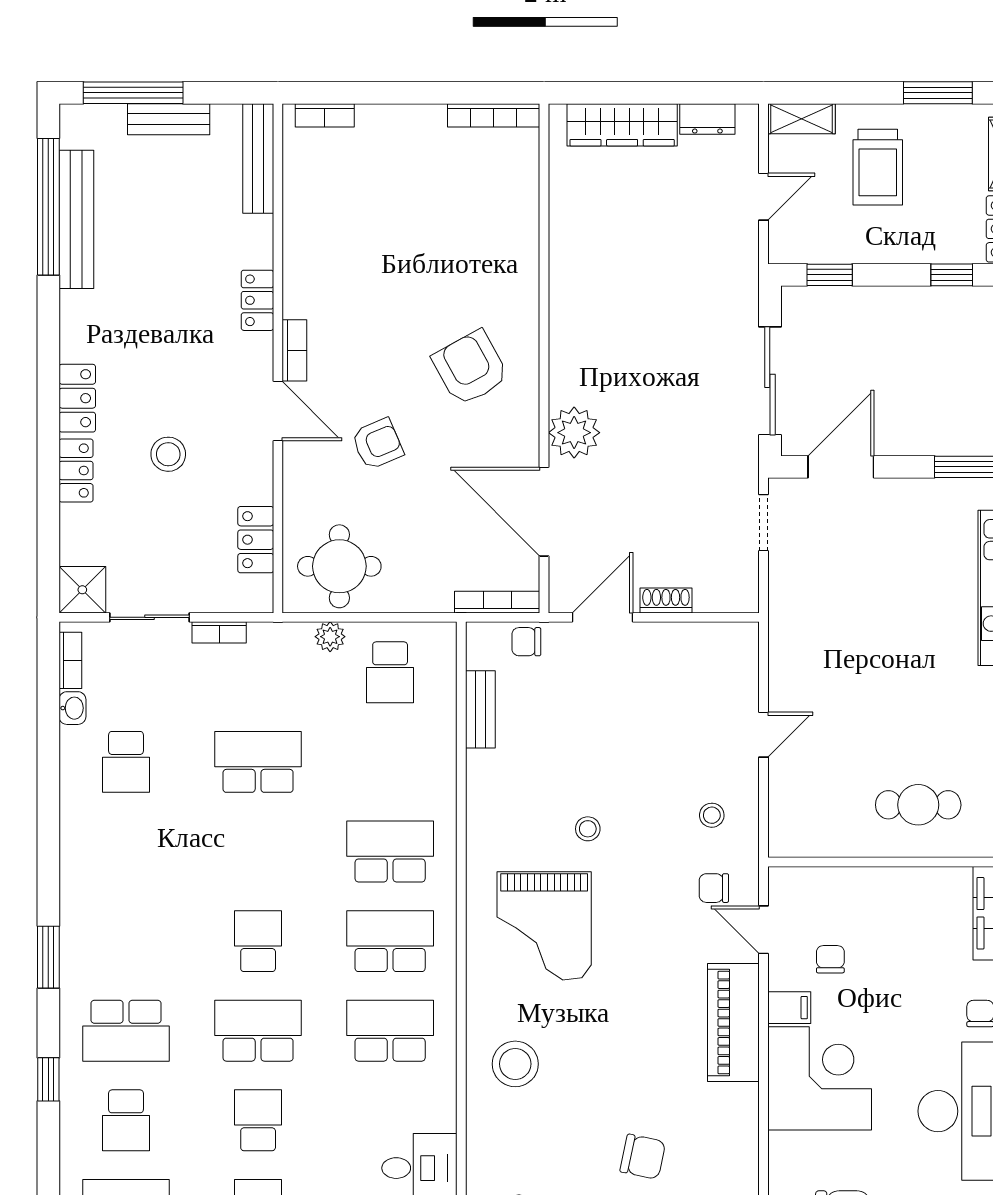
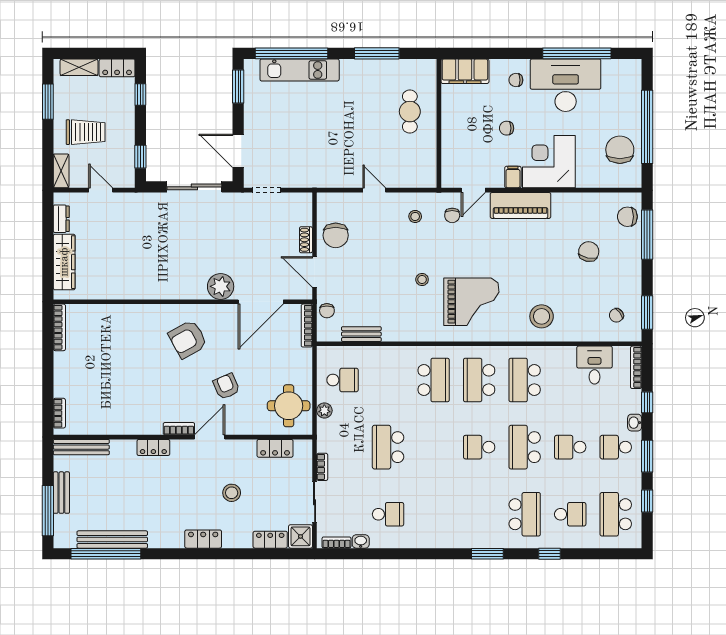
locker: (76, 471) -> (270, 540), moved
chair: (675, 659) -> (336, 235), added
school desk: (390, 852) -> (434, 380), turned 180
chair: (830, 959) -> (507, 128), moved

